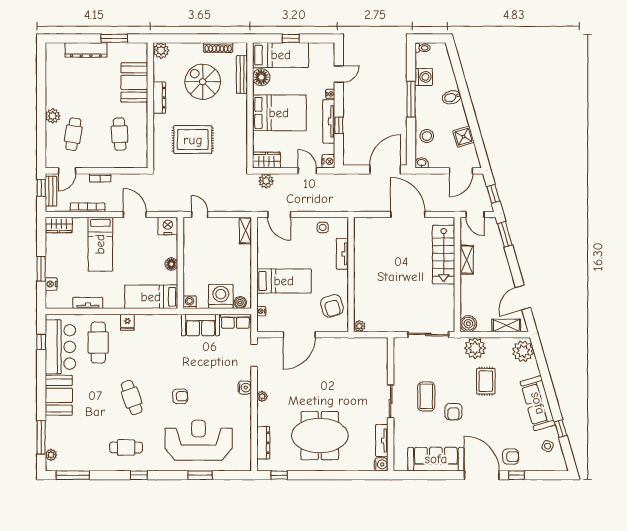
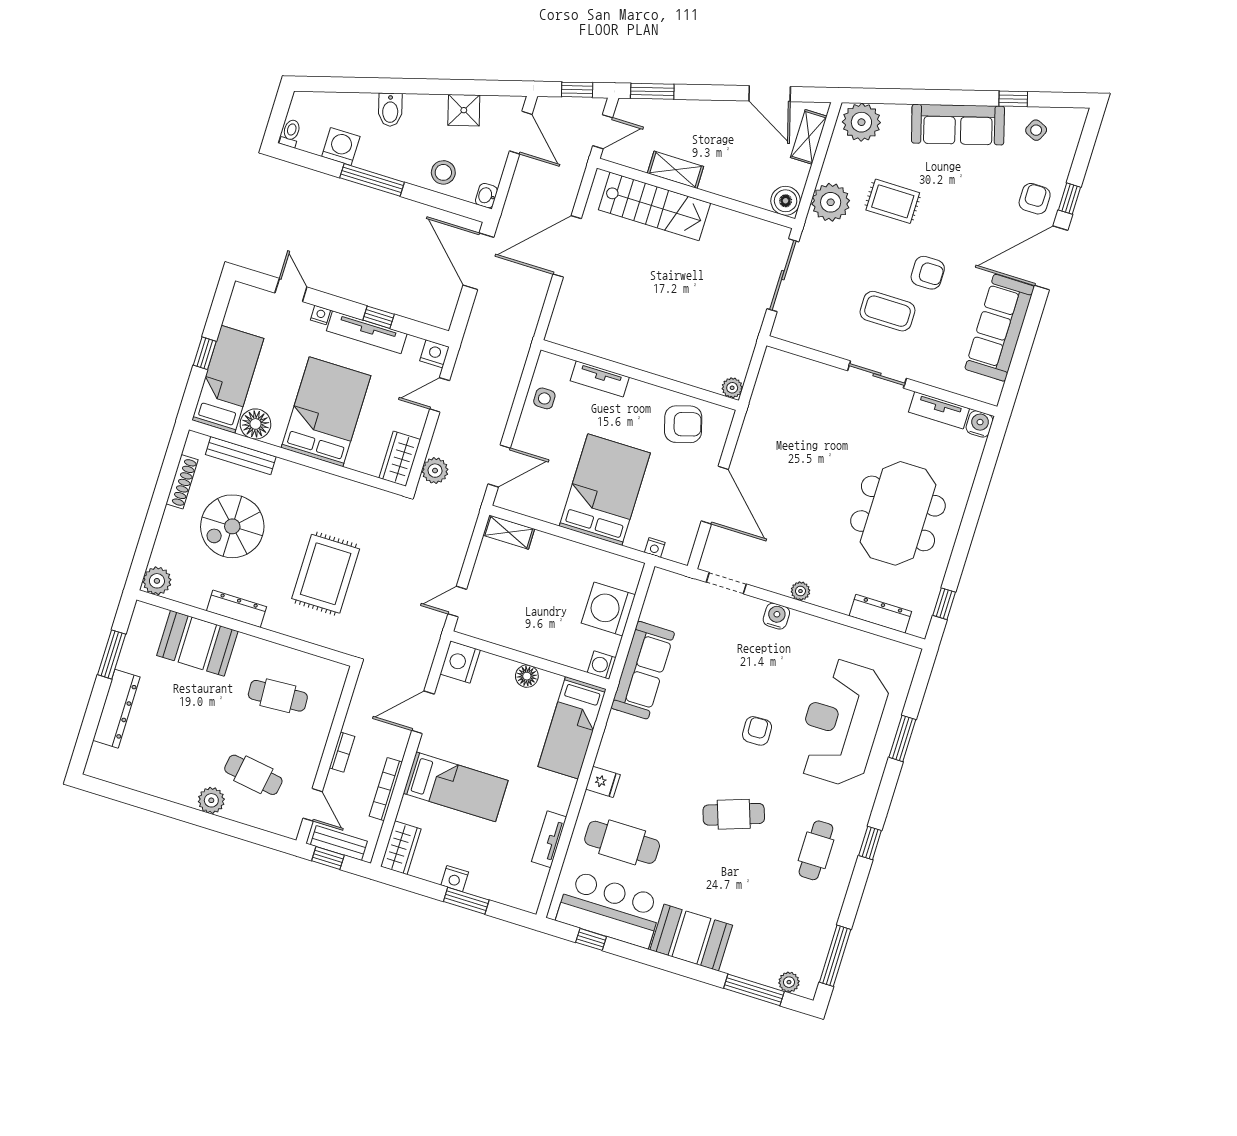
bed: (284, 281) -> (605, 490), width x1.50
nightstand: (51, 284) -> (455, 879), moved
boiler: (240, 303) -> (629, 579), removed
row of seats: (235, 321) -> (658, 597), removed
sofa: (200, 325) -> (643, 670), width x1.36

